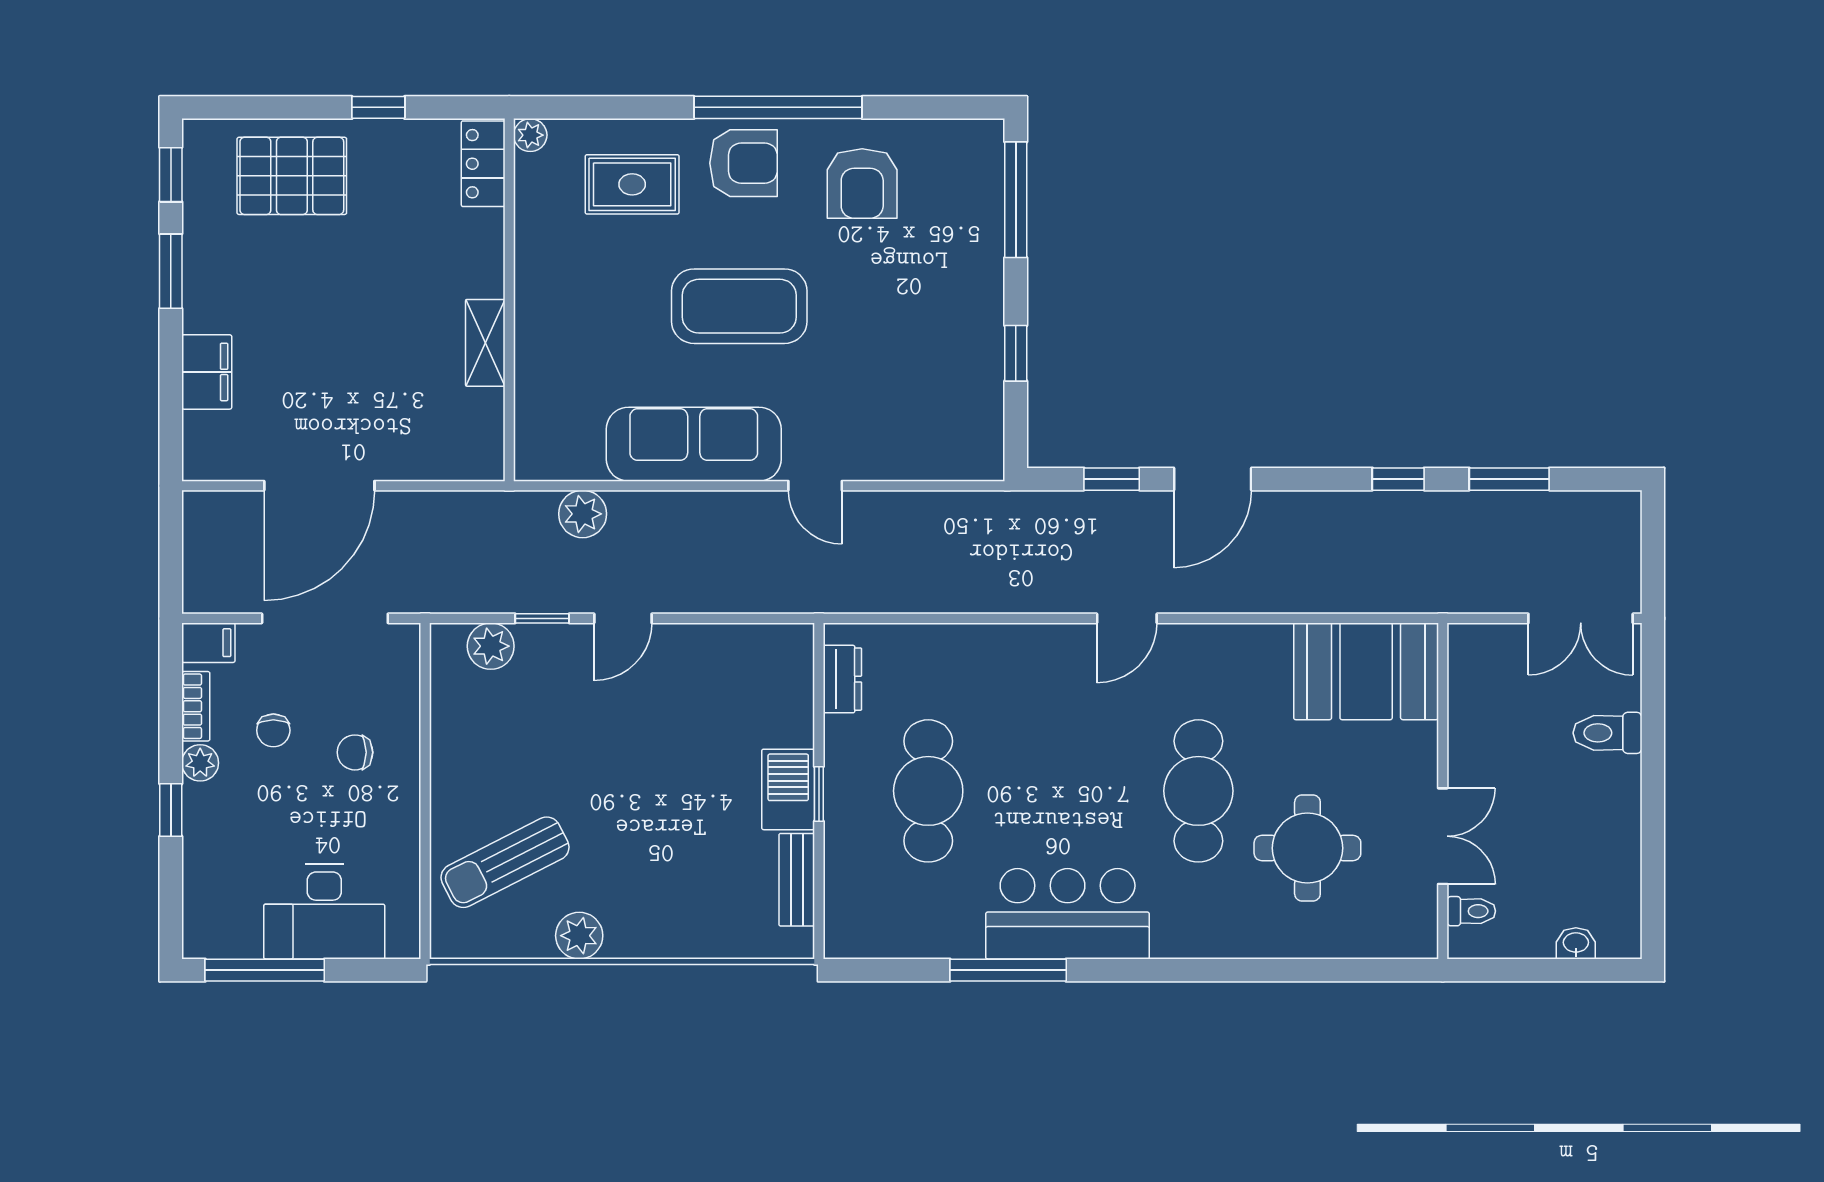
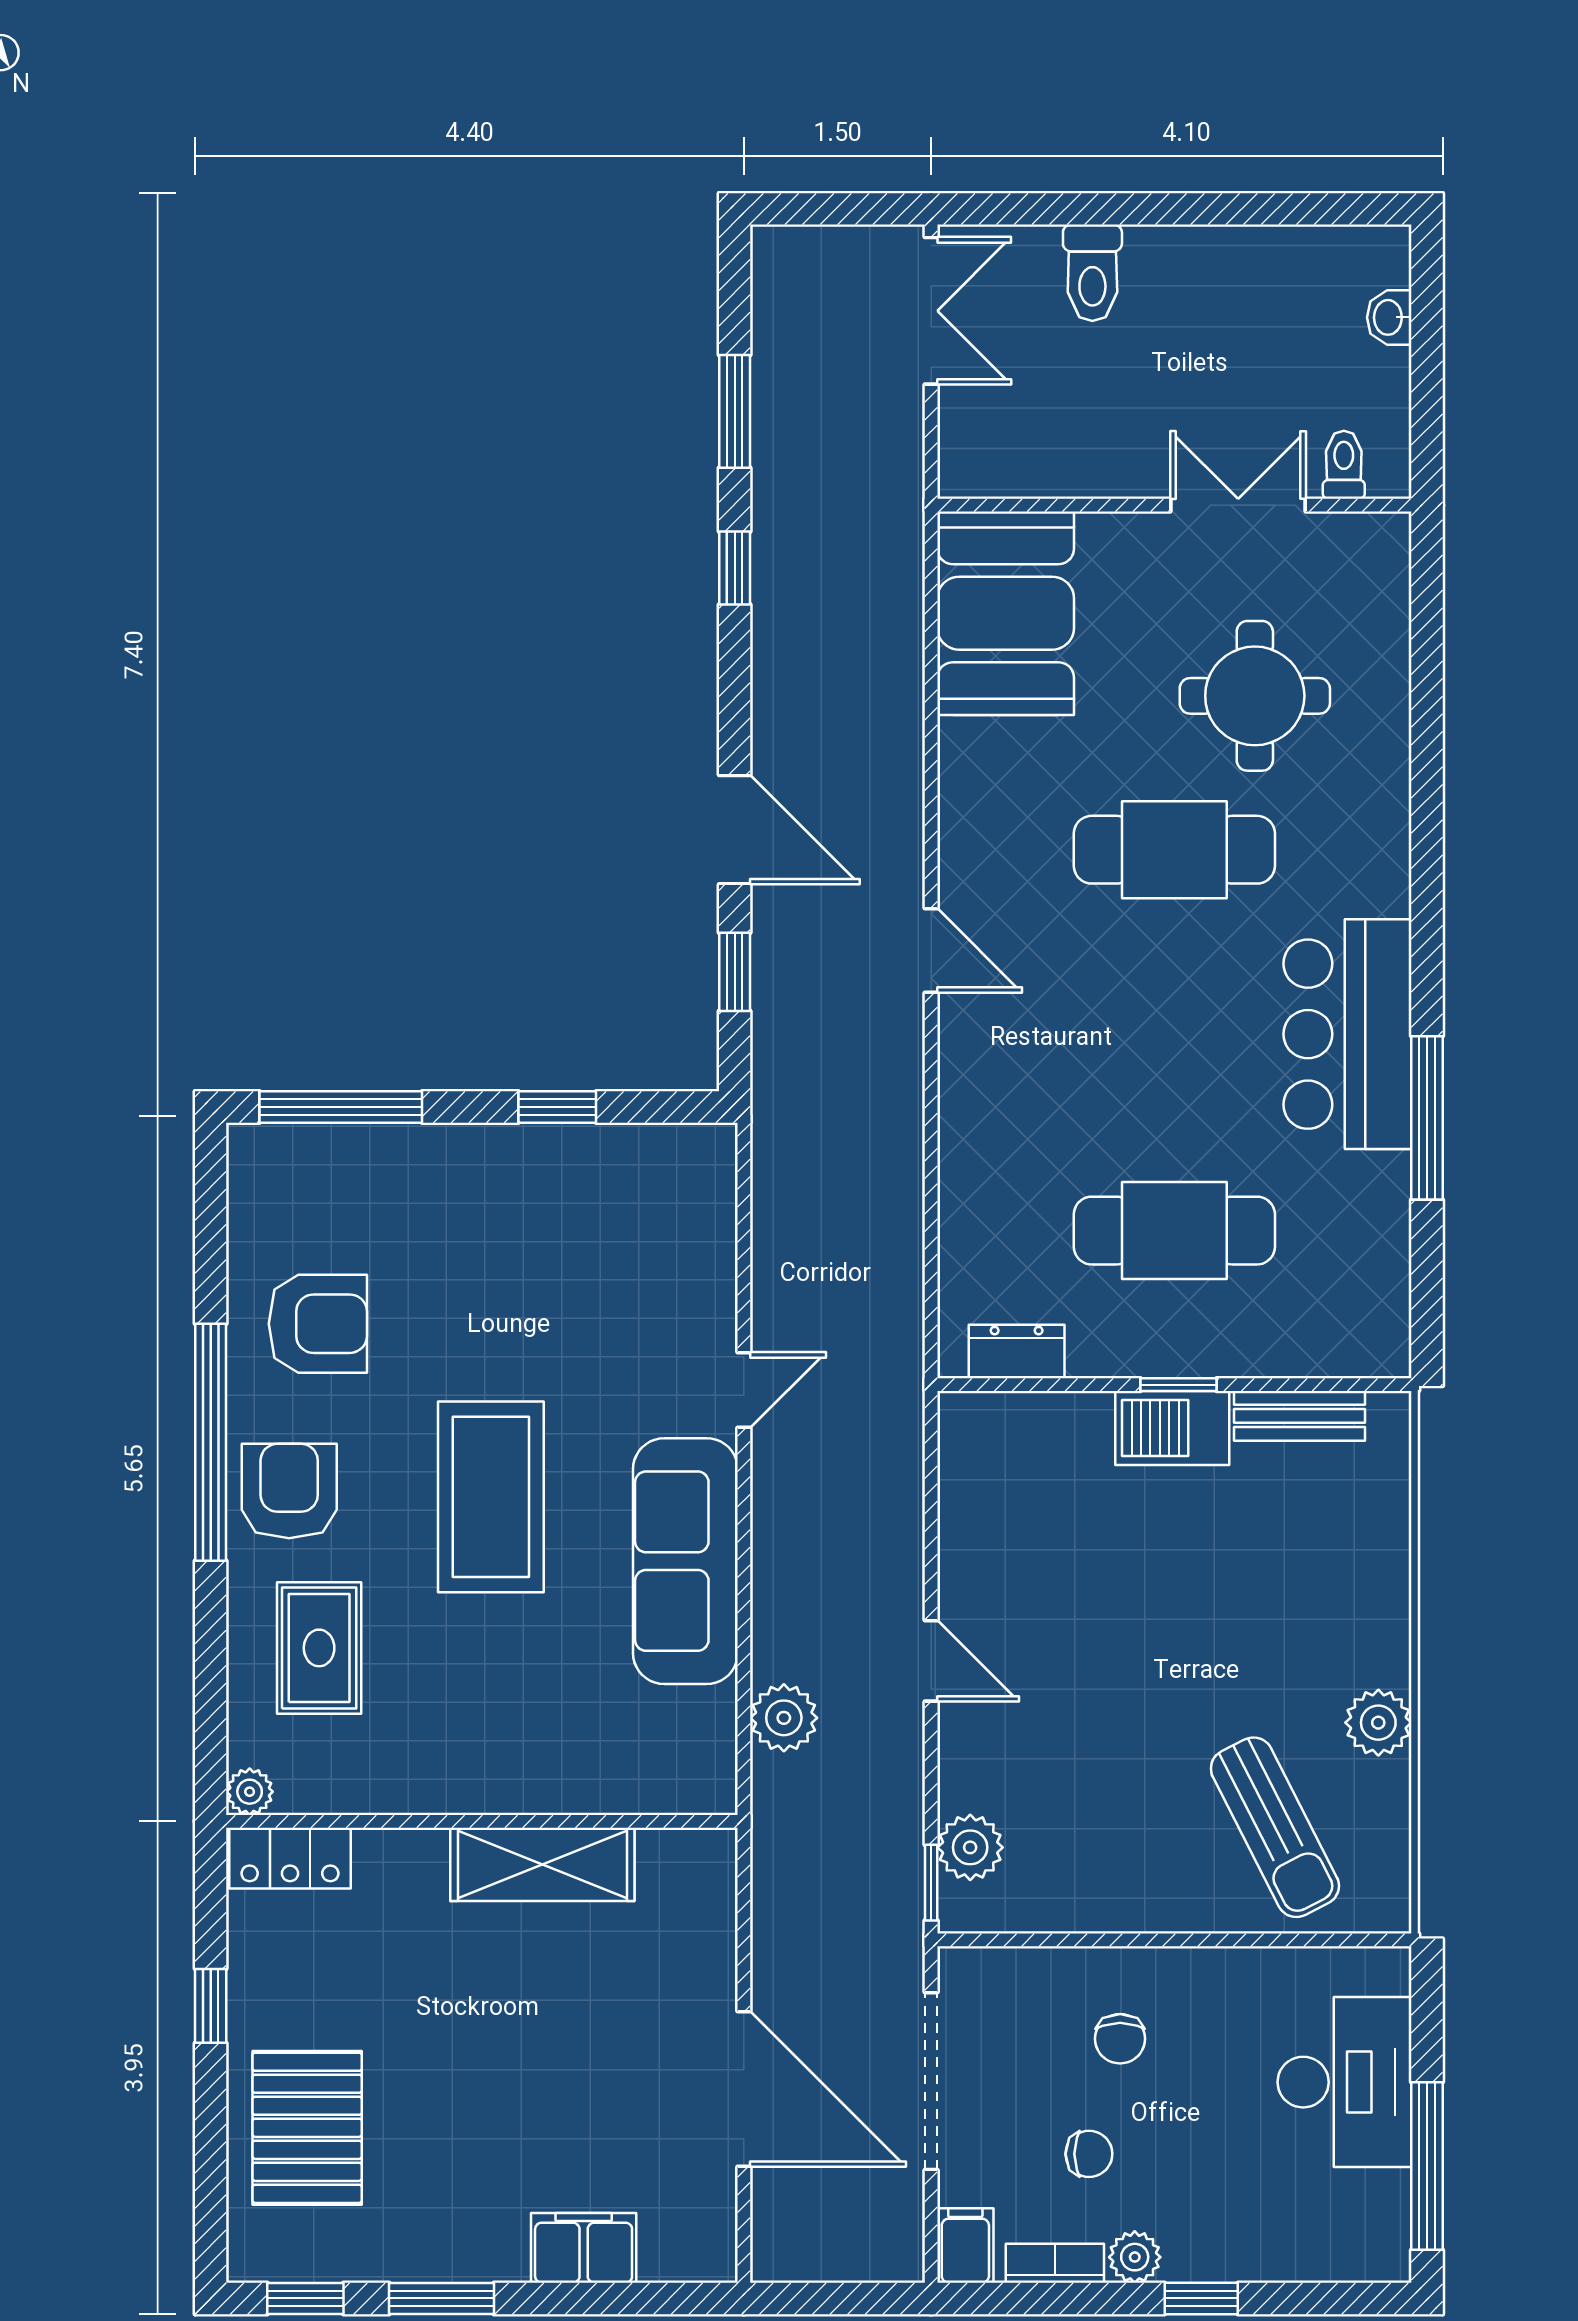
shelving: (485, 343) -> (542, 1864), width x1.50, depth x1.33
window: (542, 618) -> (931, 1883), moved

